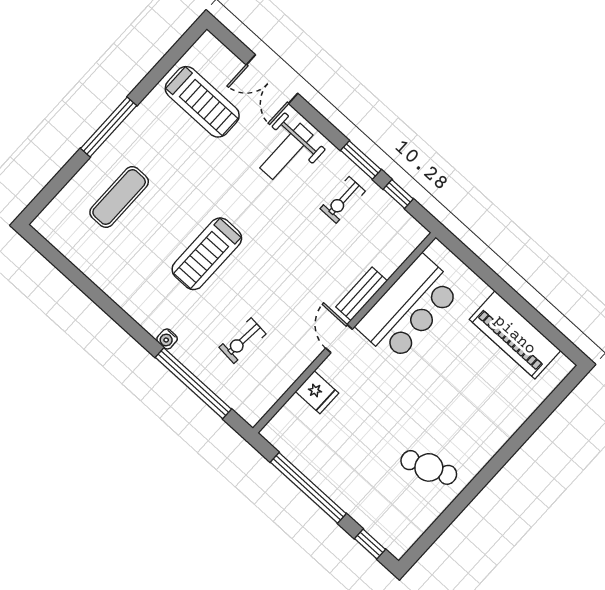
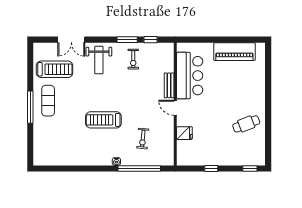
exercise mat: (119, 197) -> (48, 101), moved
treadmill: (207, 254) -> (103, 120), turned 90
window: (308, 488) -> (211, 168), width x0.32

